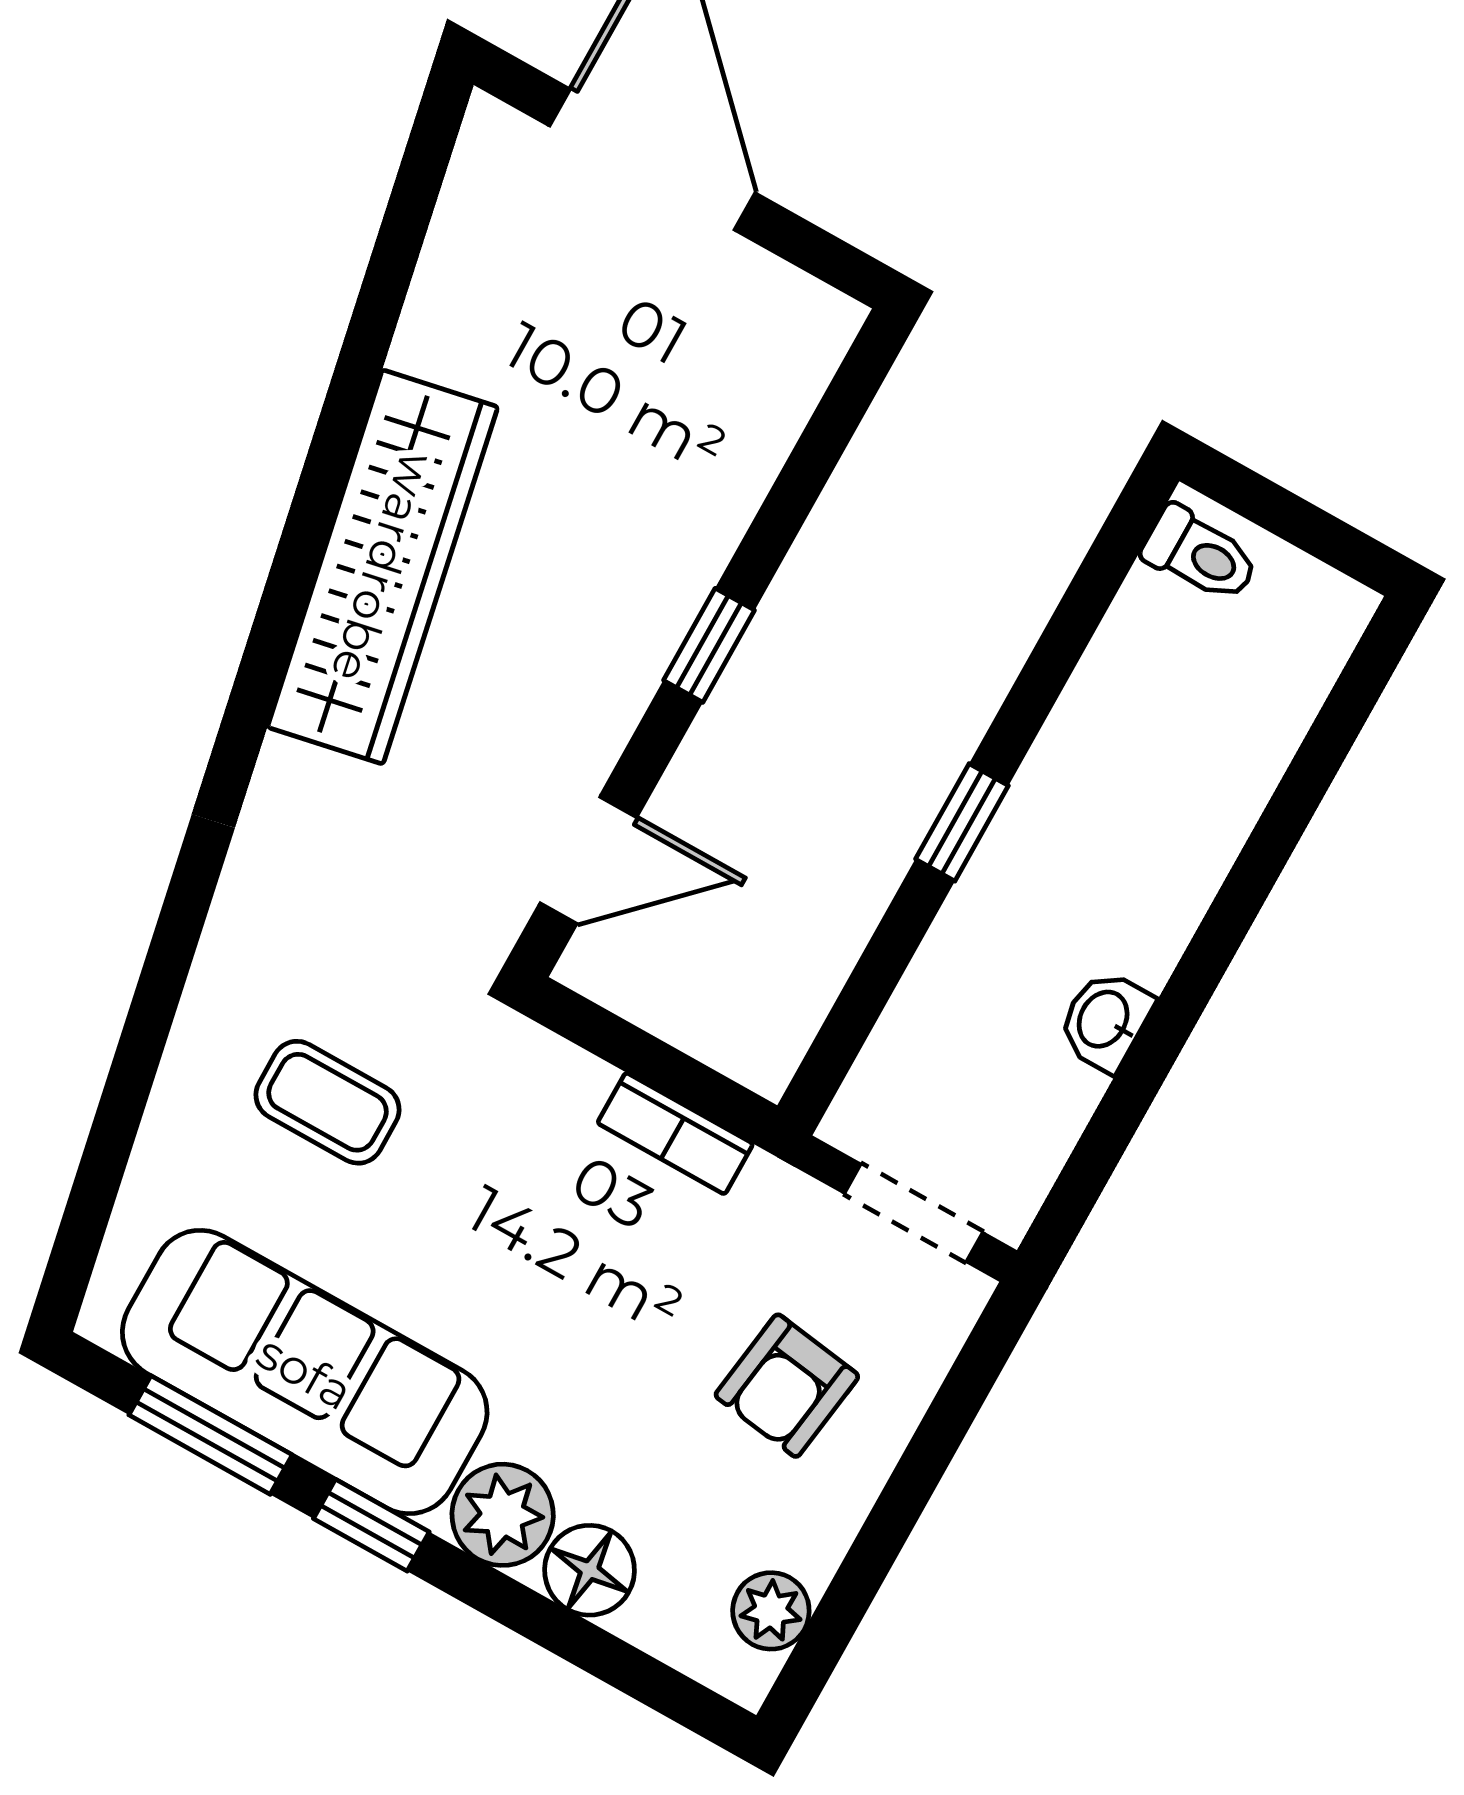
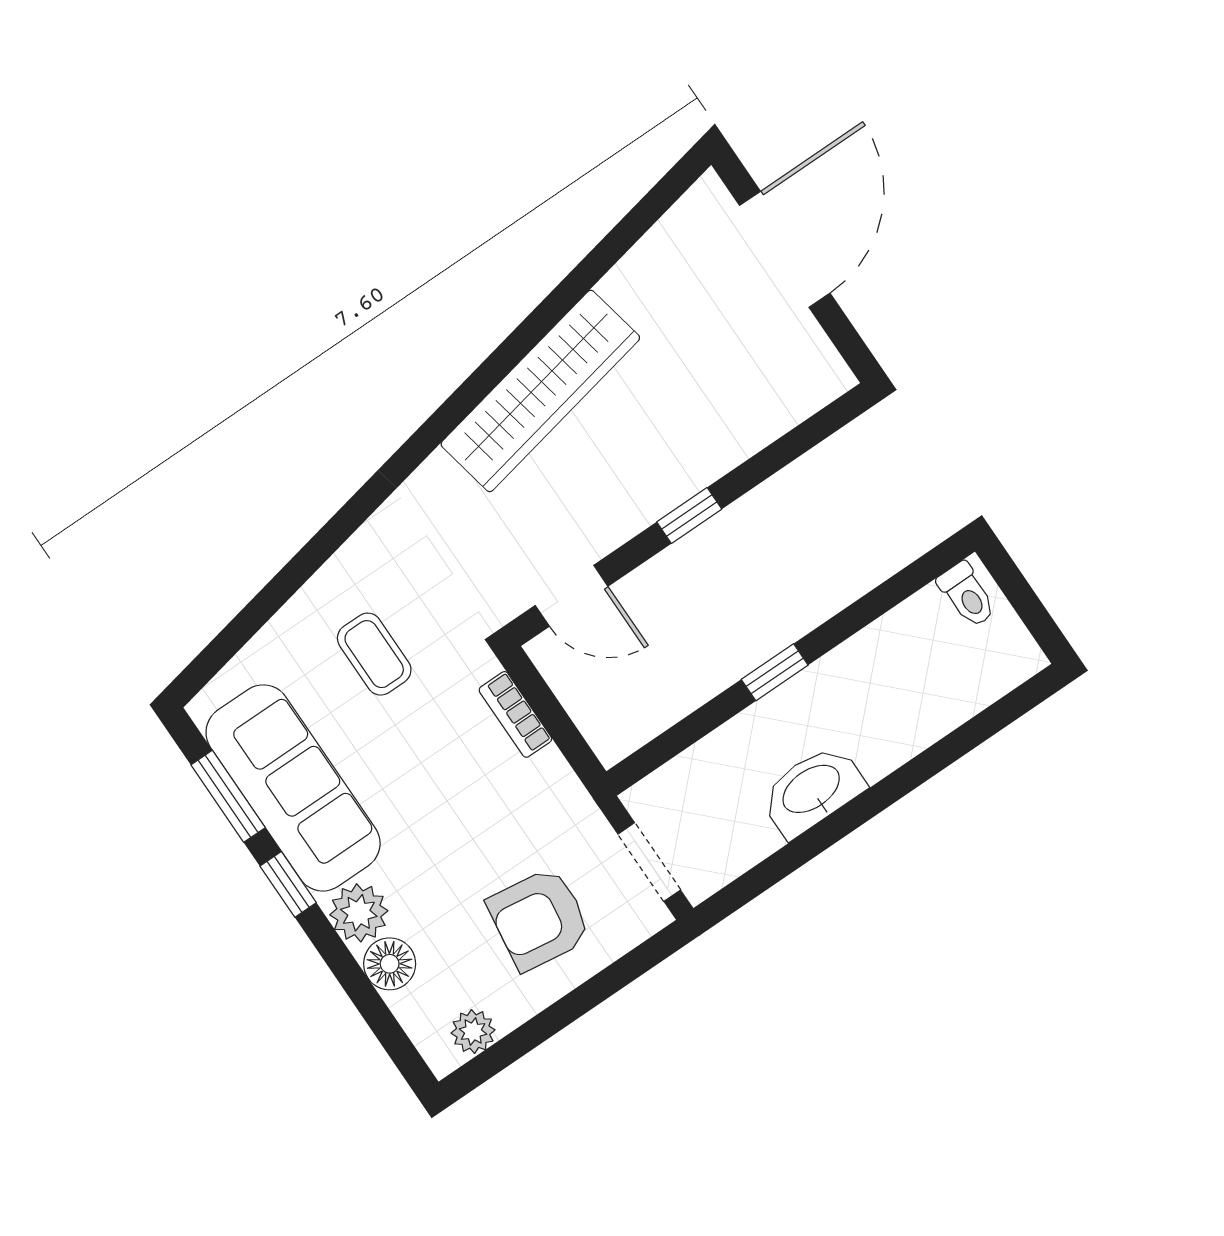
washbasin: (1105, 1020) -> (812, 790), width x1.91, depth x1.45
bookcase: (675, 1133) -> (515, 714), moved
armchair: (787, 1386) -> (539, 919), width x1.38, depth x1.38

